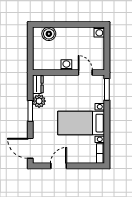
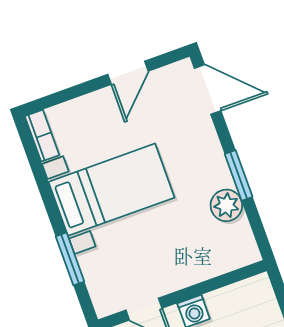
dresser: (38, 84) -> (243, 243), removed
window: (107, 89) -> (70, 259), moved

